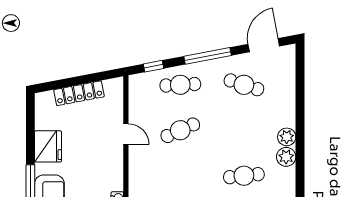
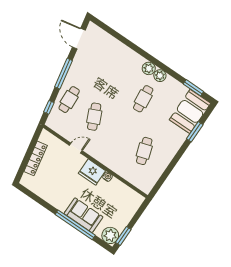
cafe table: (244, 85) -> (93, 64), removed
plant: (287, 137) -> (160, 76), moved
fridge: (48, 146) -> (92, 172), moved, turned 180

